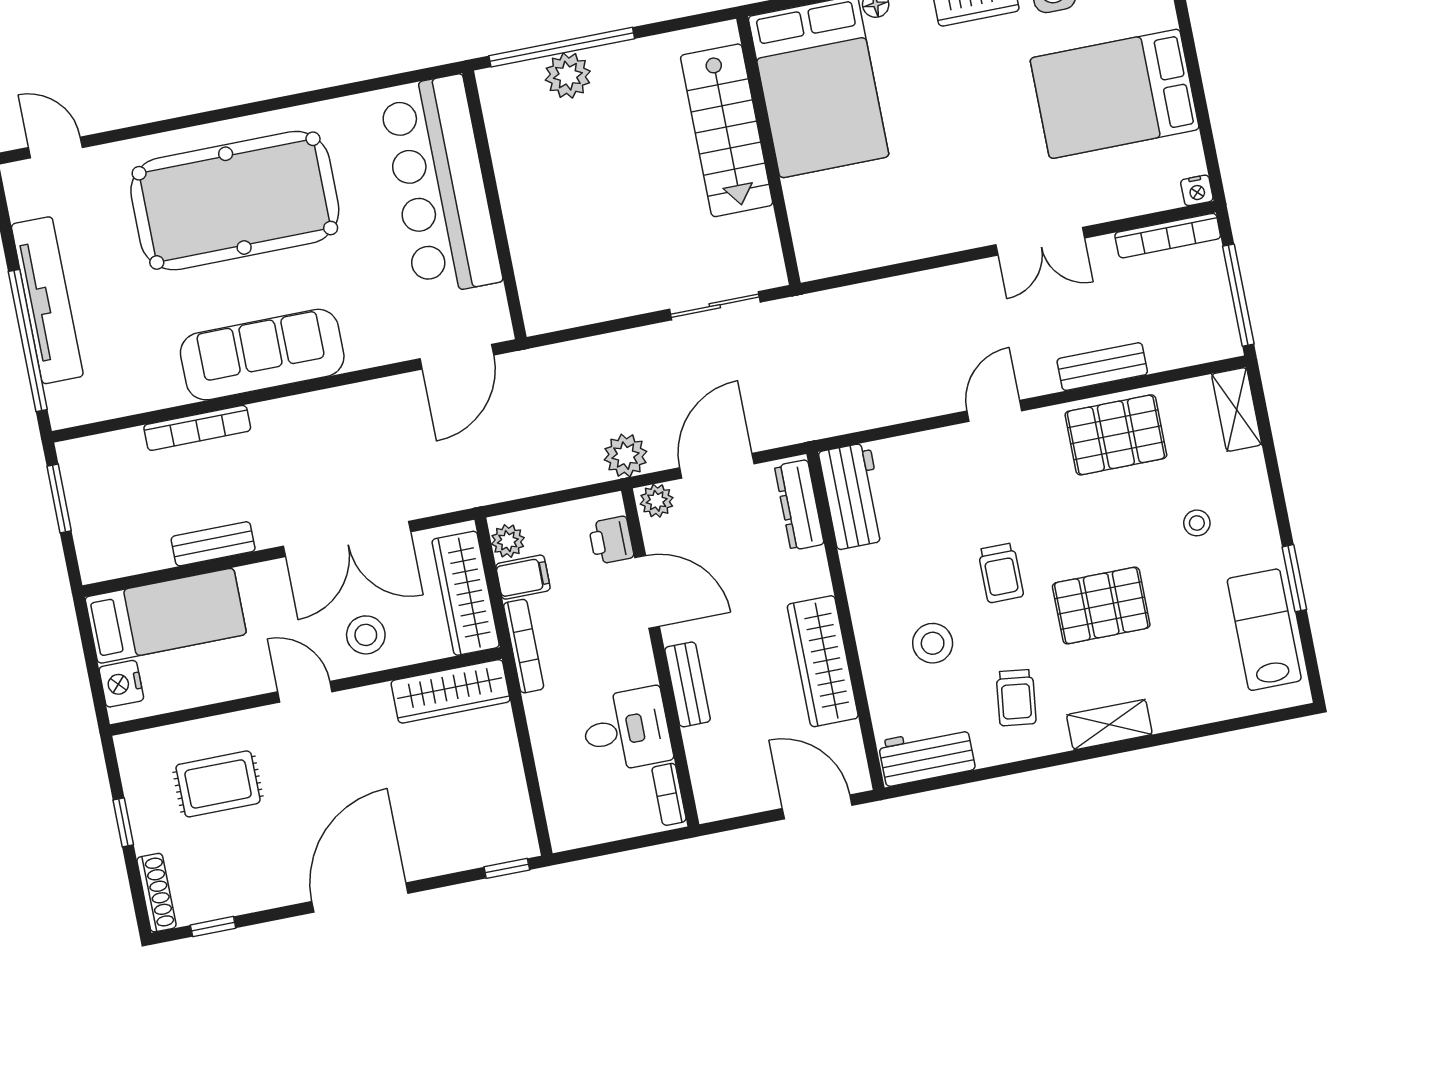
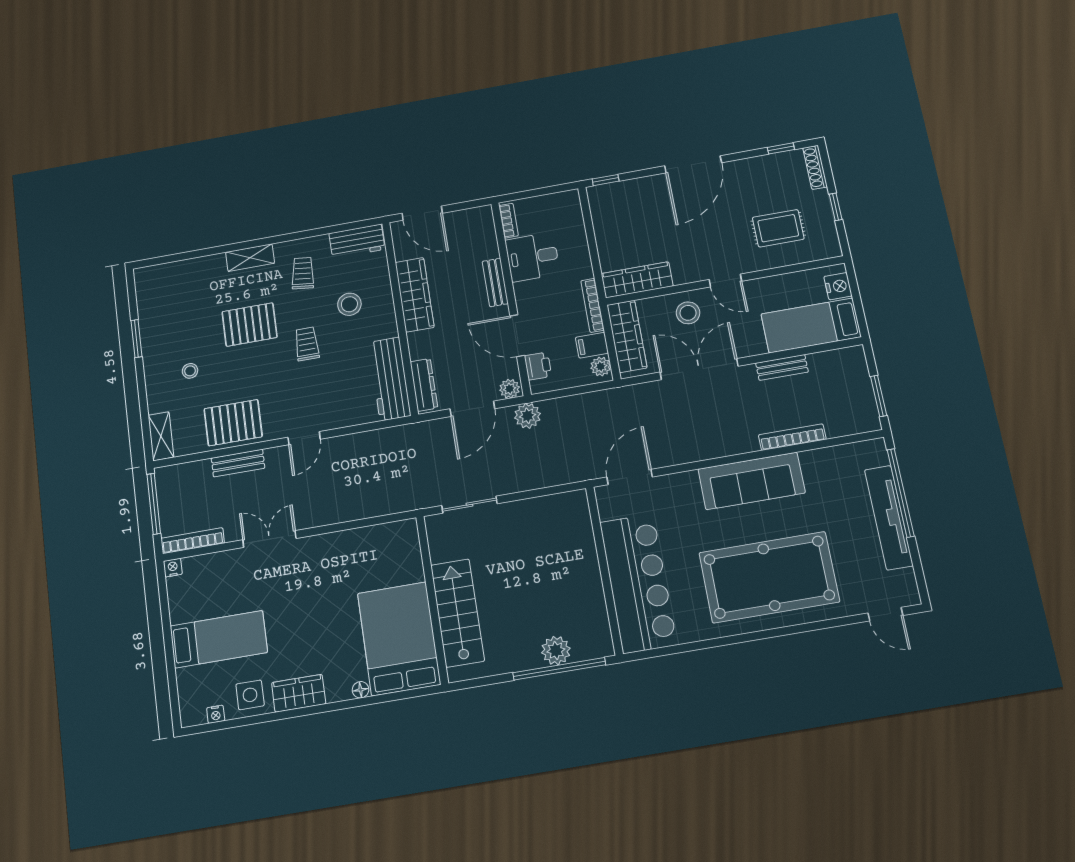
bed: (1115, 94) -> (219, 639), width x0.67
workbench: (853, 496) -> (390, 379), width x1.38
lab bench: (1264, 630) -> (157, 310), removed

